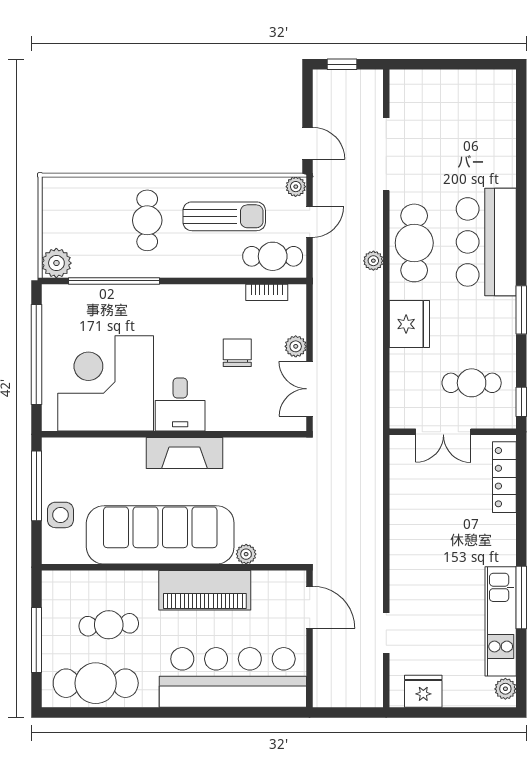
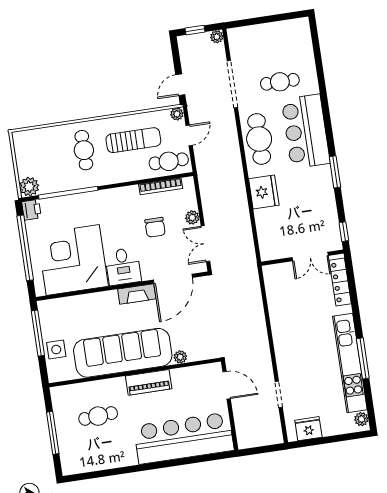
door: (307, 143) -> (180, 85), swing flipped
plant: (373, 261) -> (217, 37), moved
bookcase: (267, 292) -> (161, 186), width x1.56
printer: (55, 298) -> (31, 210), added
chair: (237, 353) -> (155, 227), turned 180
cafe table: (472, 383) -> (280, 82), moved
double door: (443, 432) -> (310, 256), moved
door: (253, 434) -> (173, 279), added
fireplace: (184, 453) -> (137, 294), width x0.73, depth x0.76
piano: (205, 590) -> (149, 382), width x0.73, depth x0.75
kitchen unit: (501, 621) -> (350, 363), width x1.36
cafe table: (96, 683) -> (95, 455), removed

